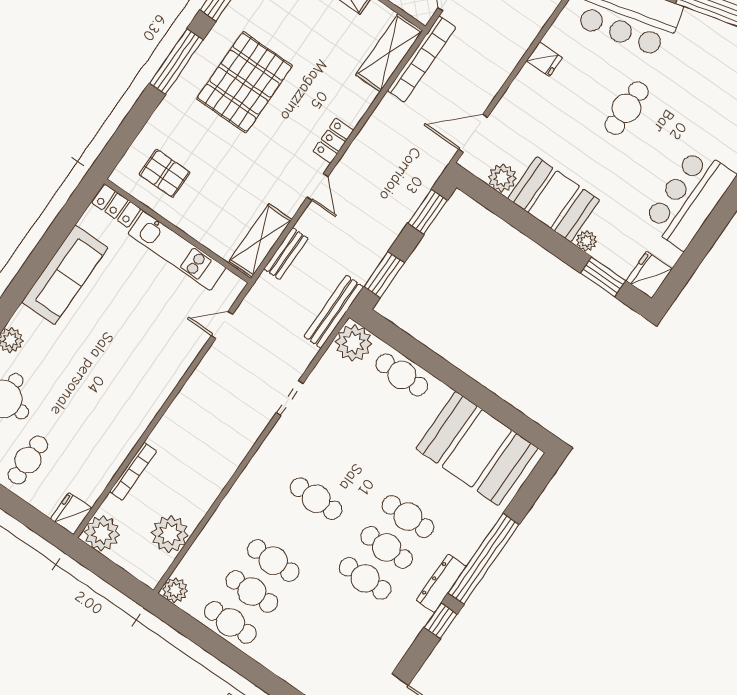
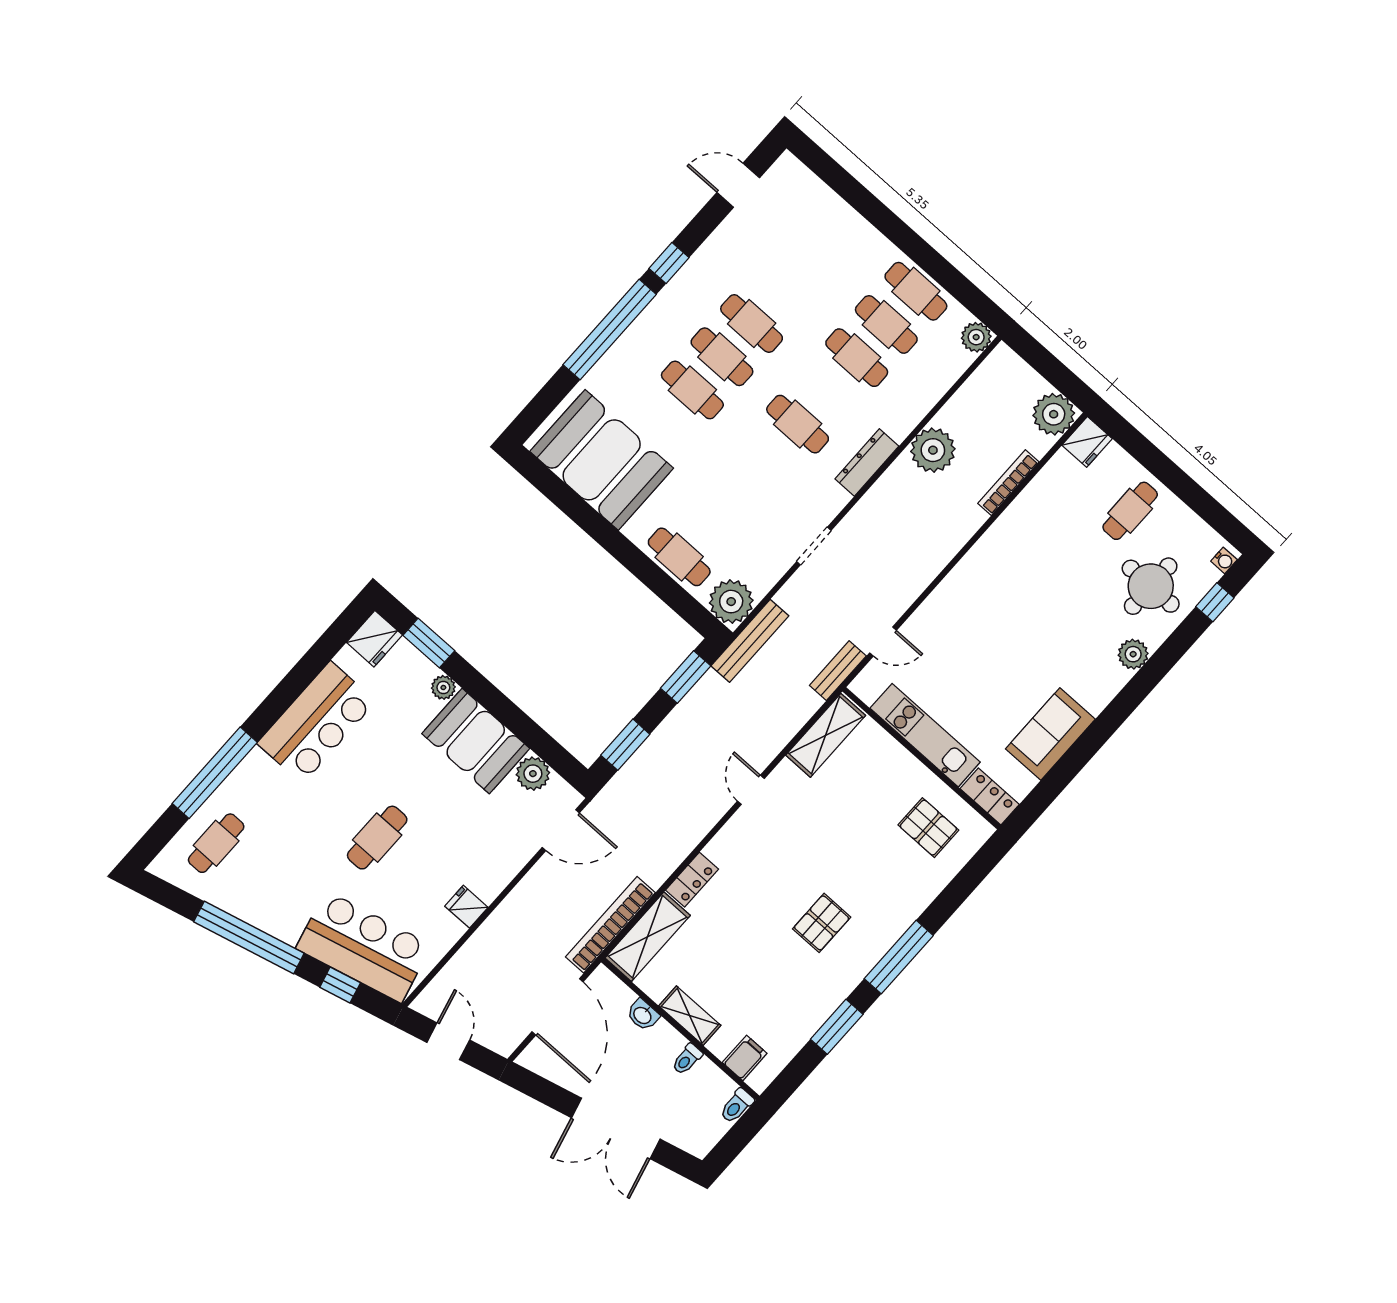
pallet: (244, 82) -> (822, 923), width x0.49, depth x0.50
locker: (333, 141) -> (692, 880), moved
bench: (286, 254) -> (838, 671), moved
sofa: (65, 275) -> (1050, 734), width x0.73
plant: (170, 534) -> (933, 450), moved
dresser: (441, 583) -> (867, 462), moved, turned 180

